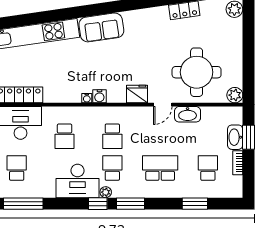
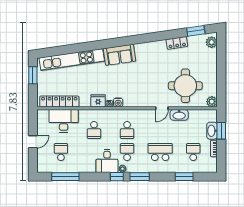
fridge: (137, 94) -> (98, 101), moved
desk: (77, 181) -> (107, 161), width x0.73

